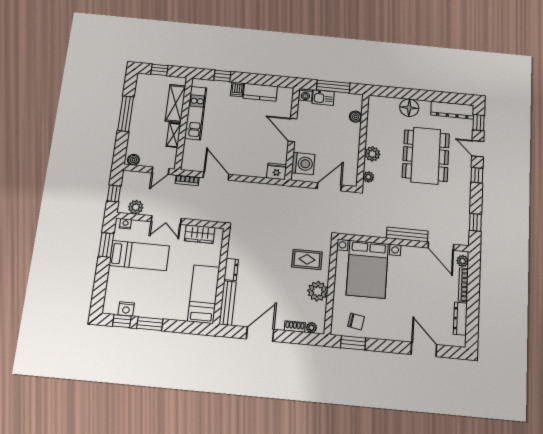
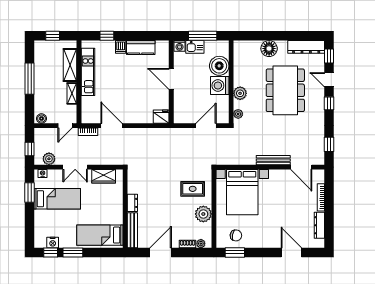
boiler: (356, 117) -> (219, 66), width x1.86, depth x1.86
washing machine: (303, 164) -> (220, 86), moved, turned 180
plant: (463, 261) -> (320, 178), removed
bed: (204, 294) -> (100, 235), moved, turned -90

